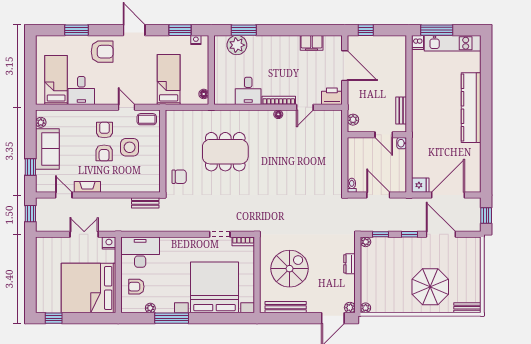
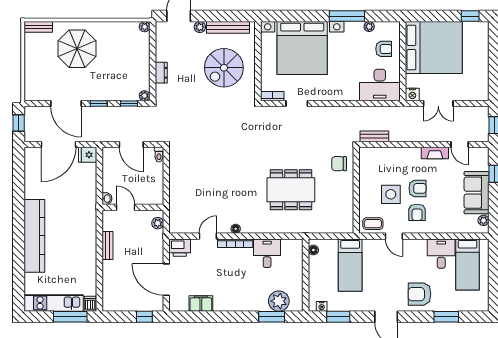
bench: (401, 110) -> (107, 245), moved
armchair: (104, 153) -> (417, 188), turned 90
plant: (350, 308) -> (200, 27), moved

